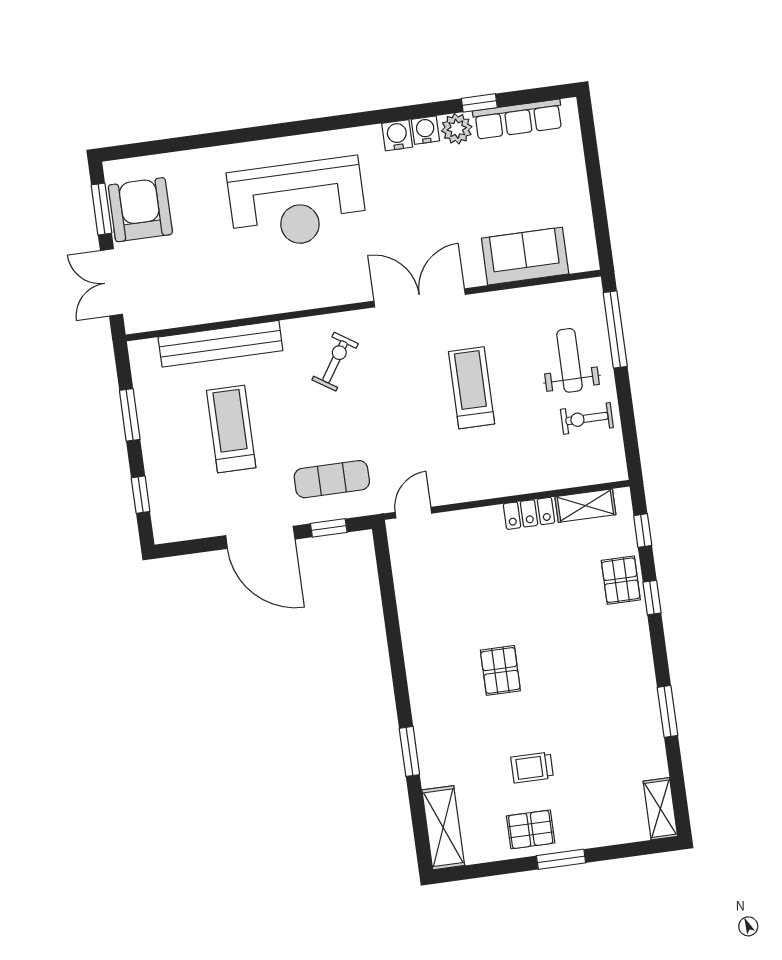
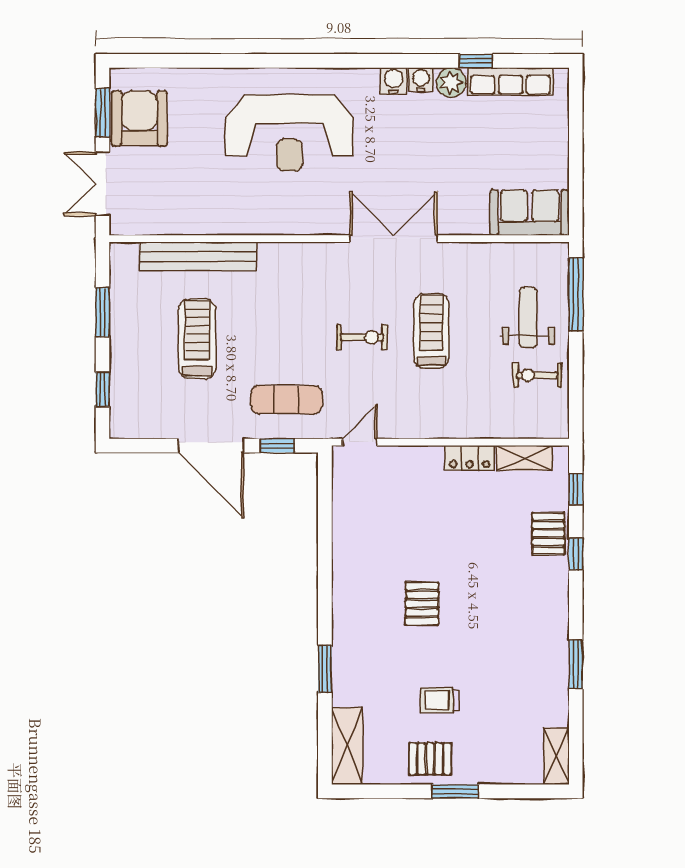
sofa: (525, 256) -> (530, 213), moved
exercise bike: (335, 362) -> (362, 337), moved, turned 57

